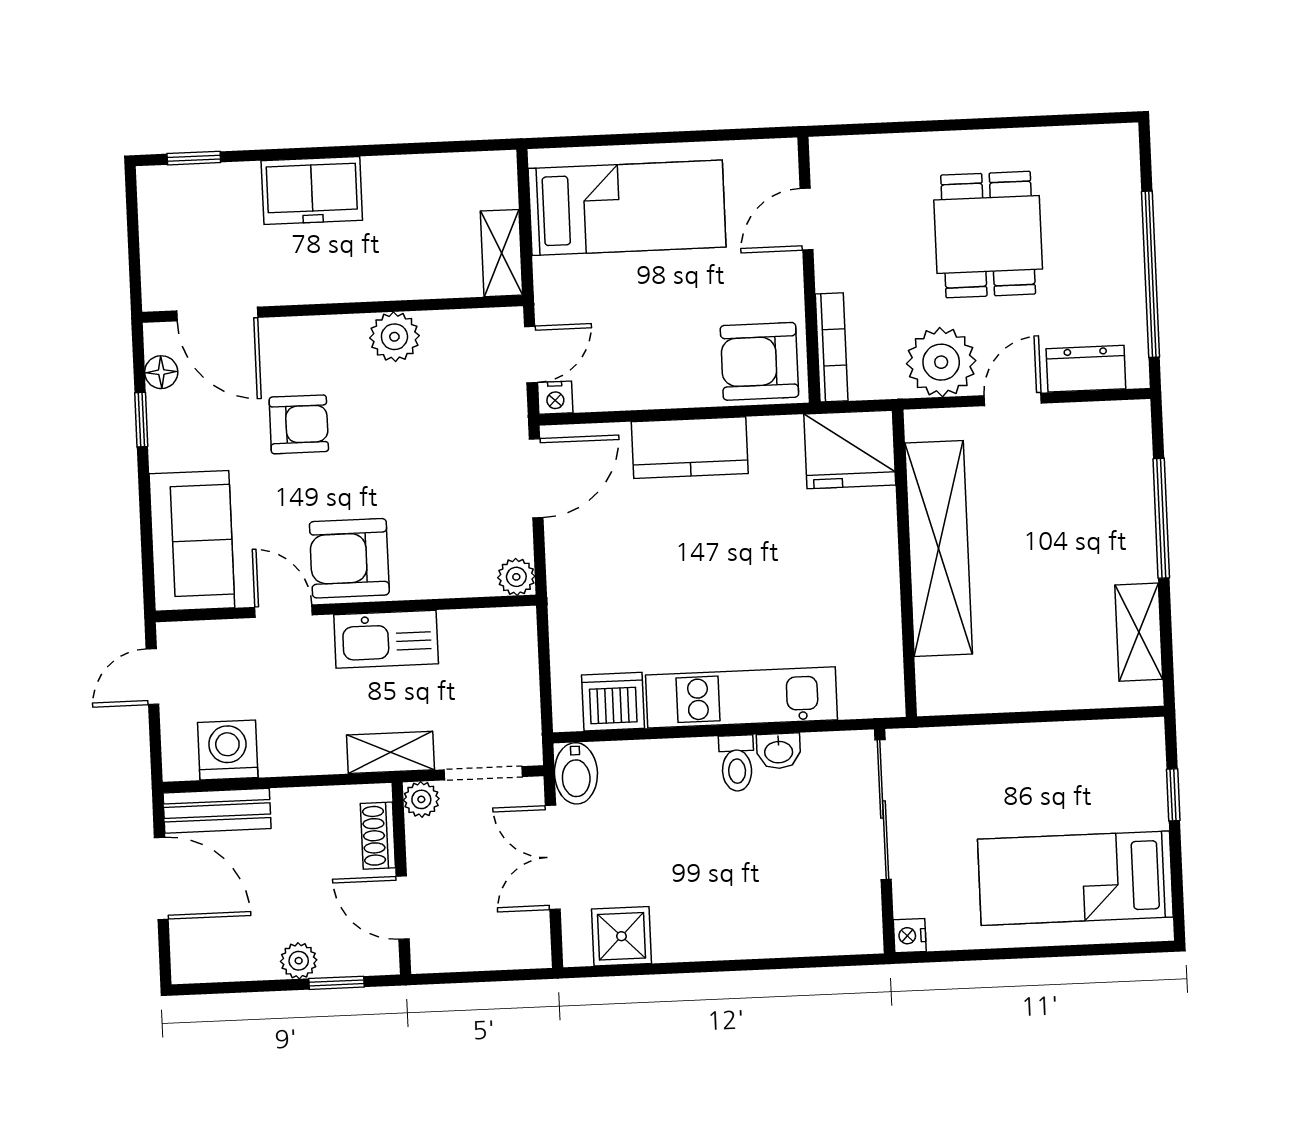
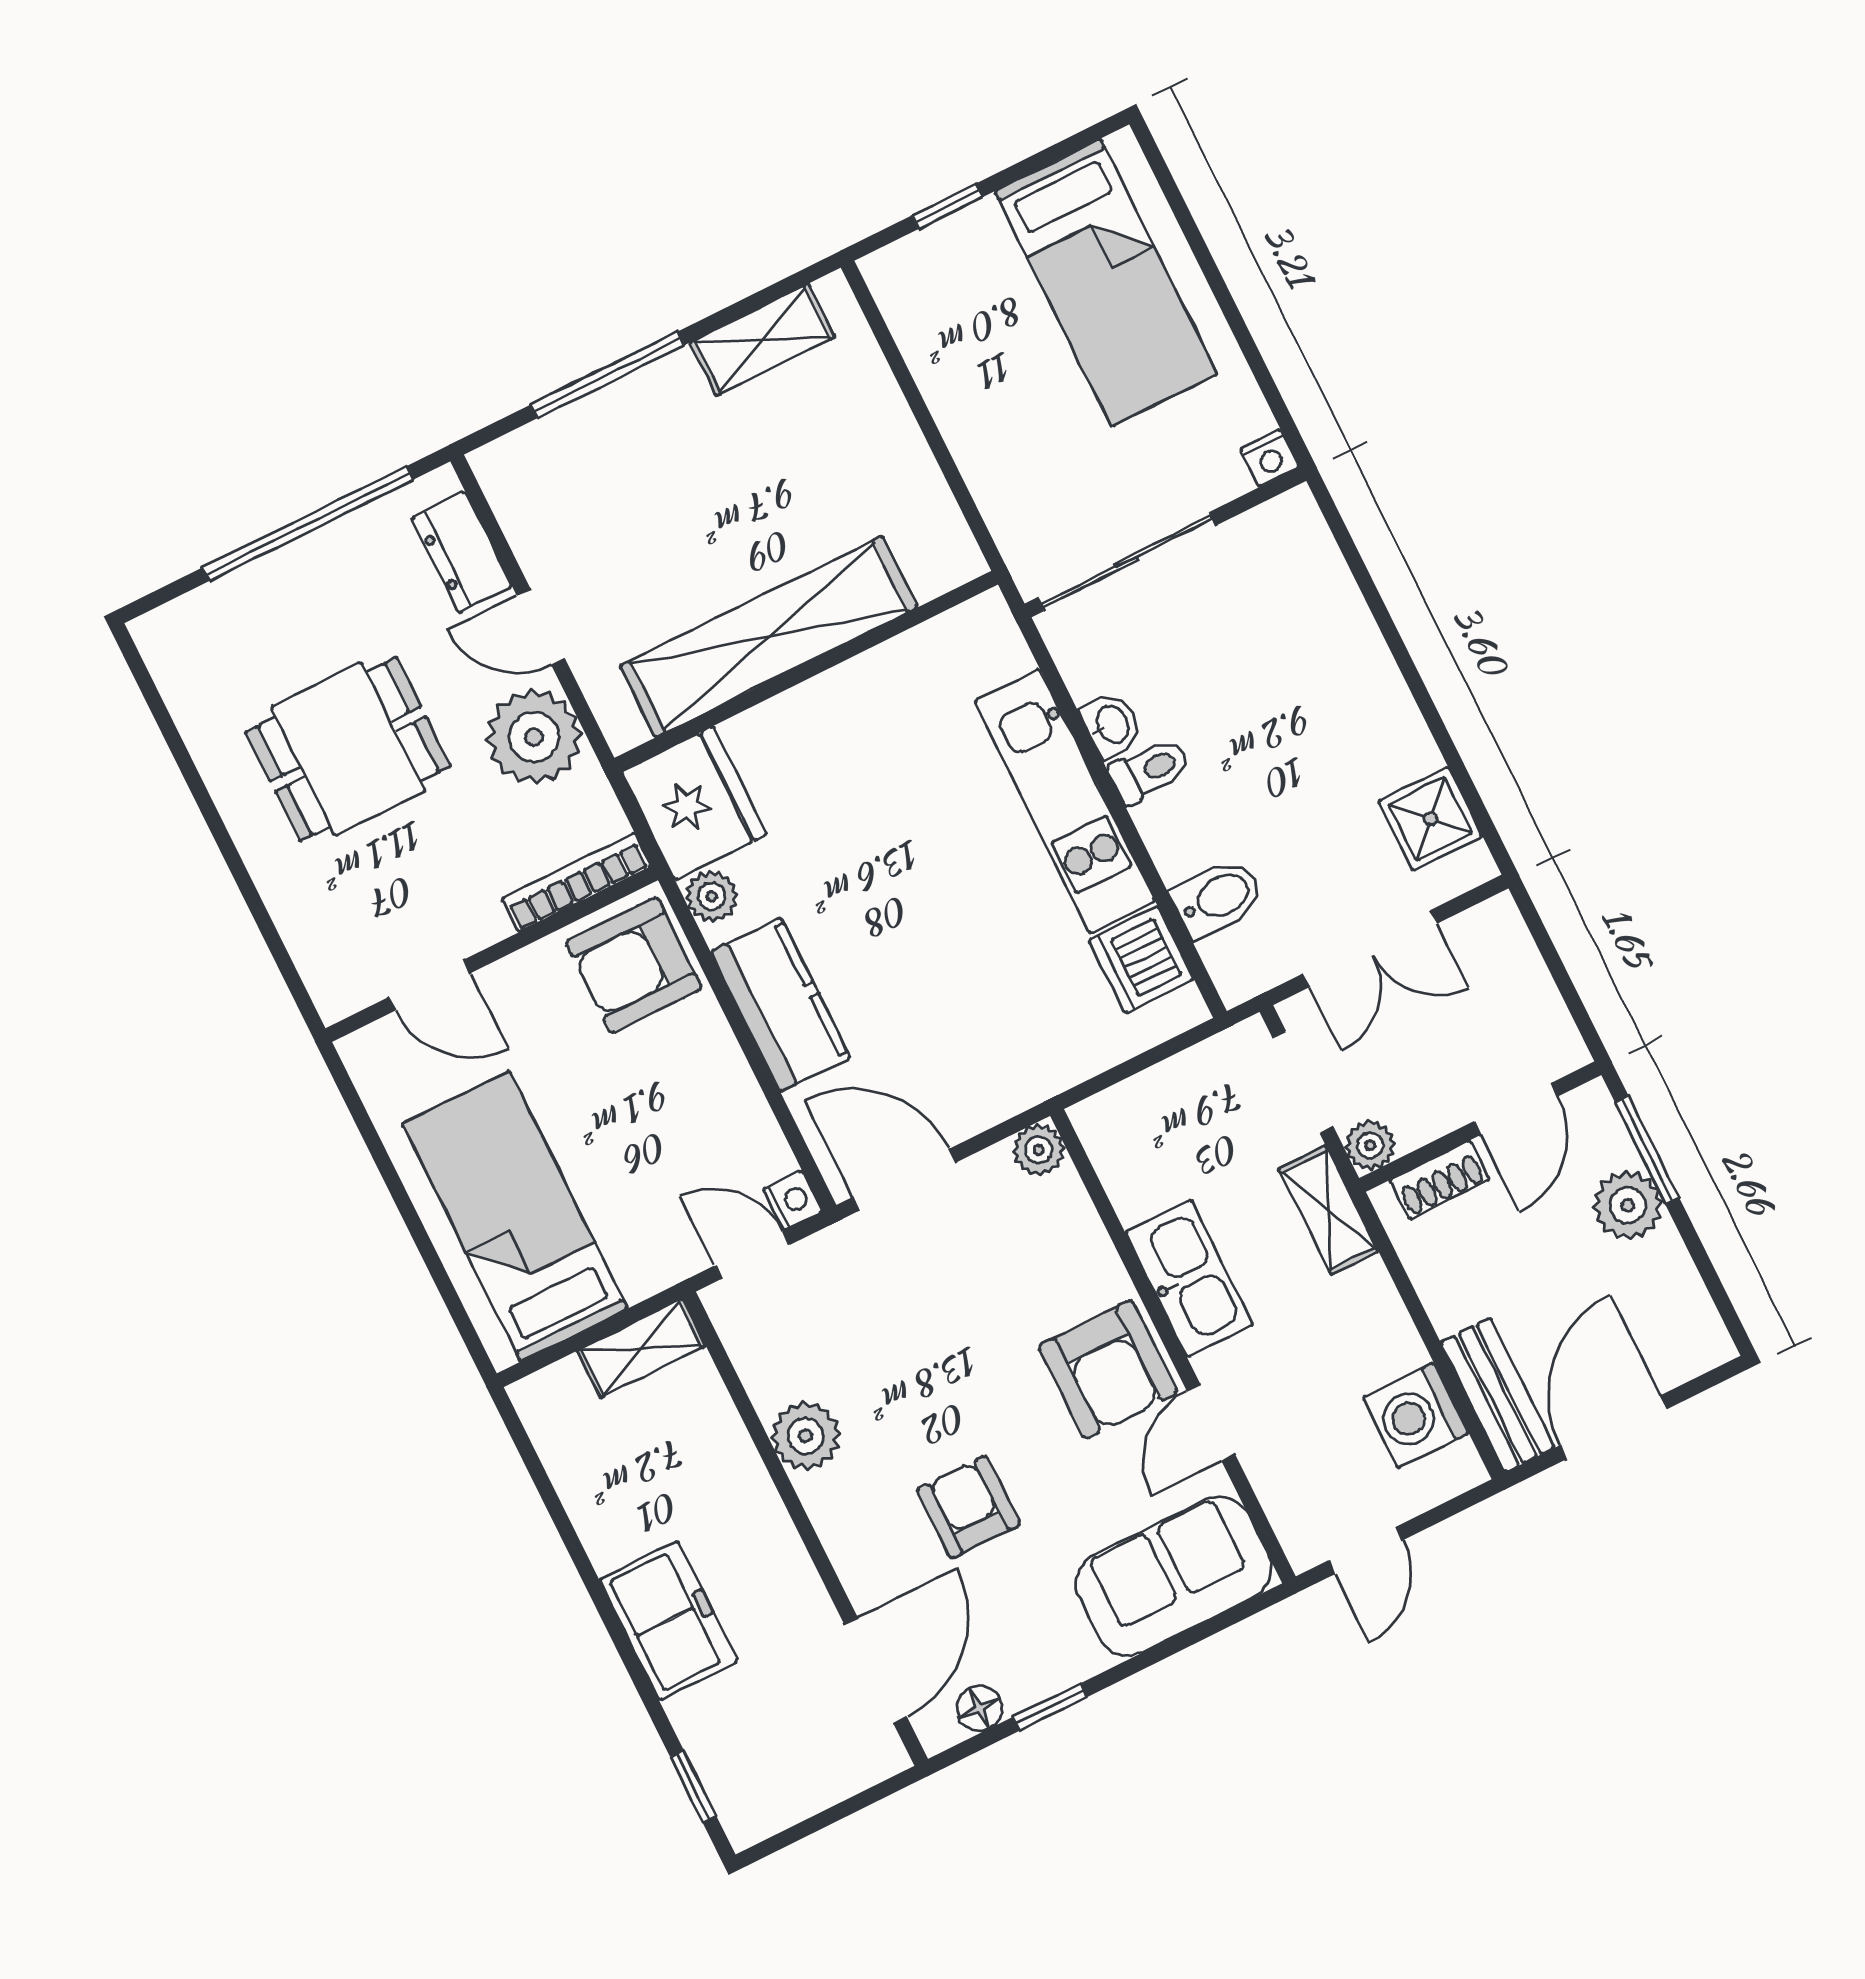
armchair: (759, 361) -> (634, 965), turned 90
plant: (782, 434) -> (712, 896), added
door: (152, 677) -> (1366, 1550), hinge flipped
bidet: (576, 773) -> (1218, 898), moved
plant: (299, 961) -> (1628, 1205), width x1.38, depth x1.38
window: (336, 983) -> (1647, 1150), width x1.50

